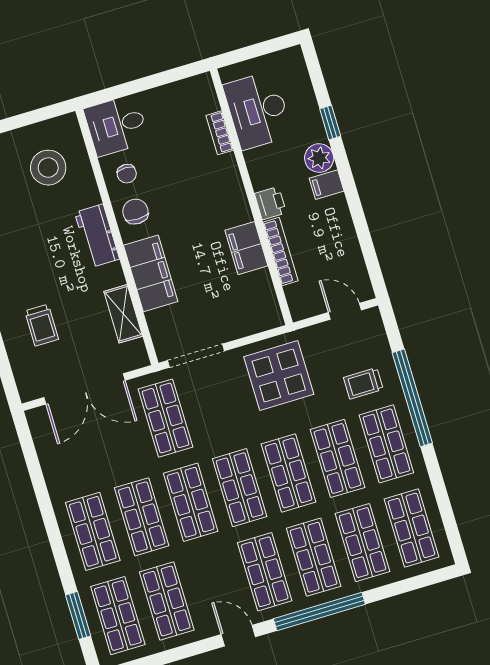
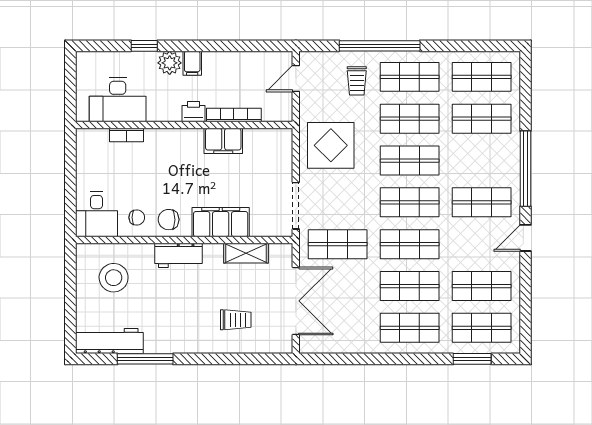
shop shelf: (314, 557) -> (482, 161), removed

